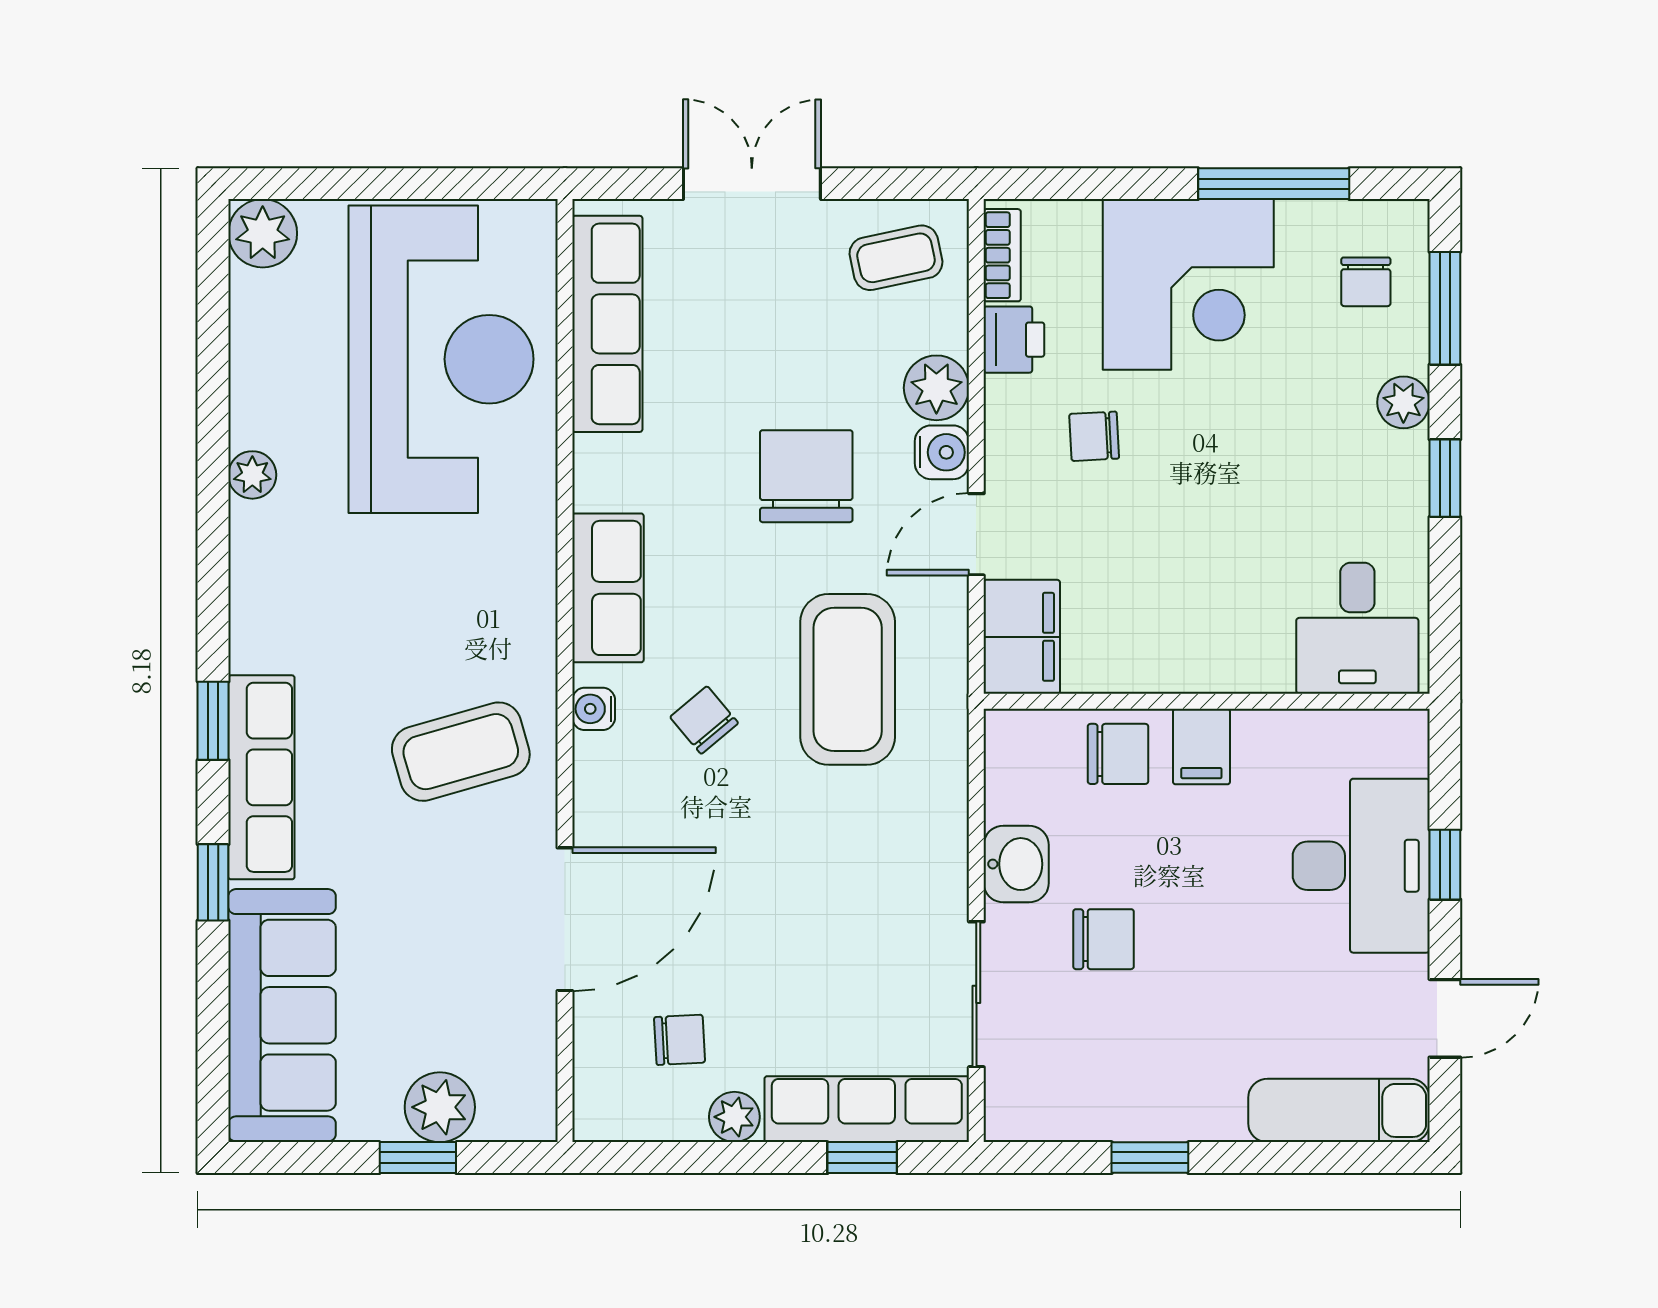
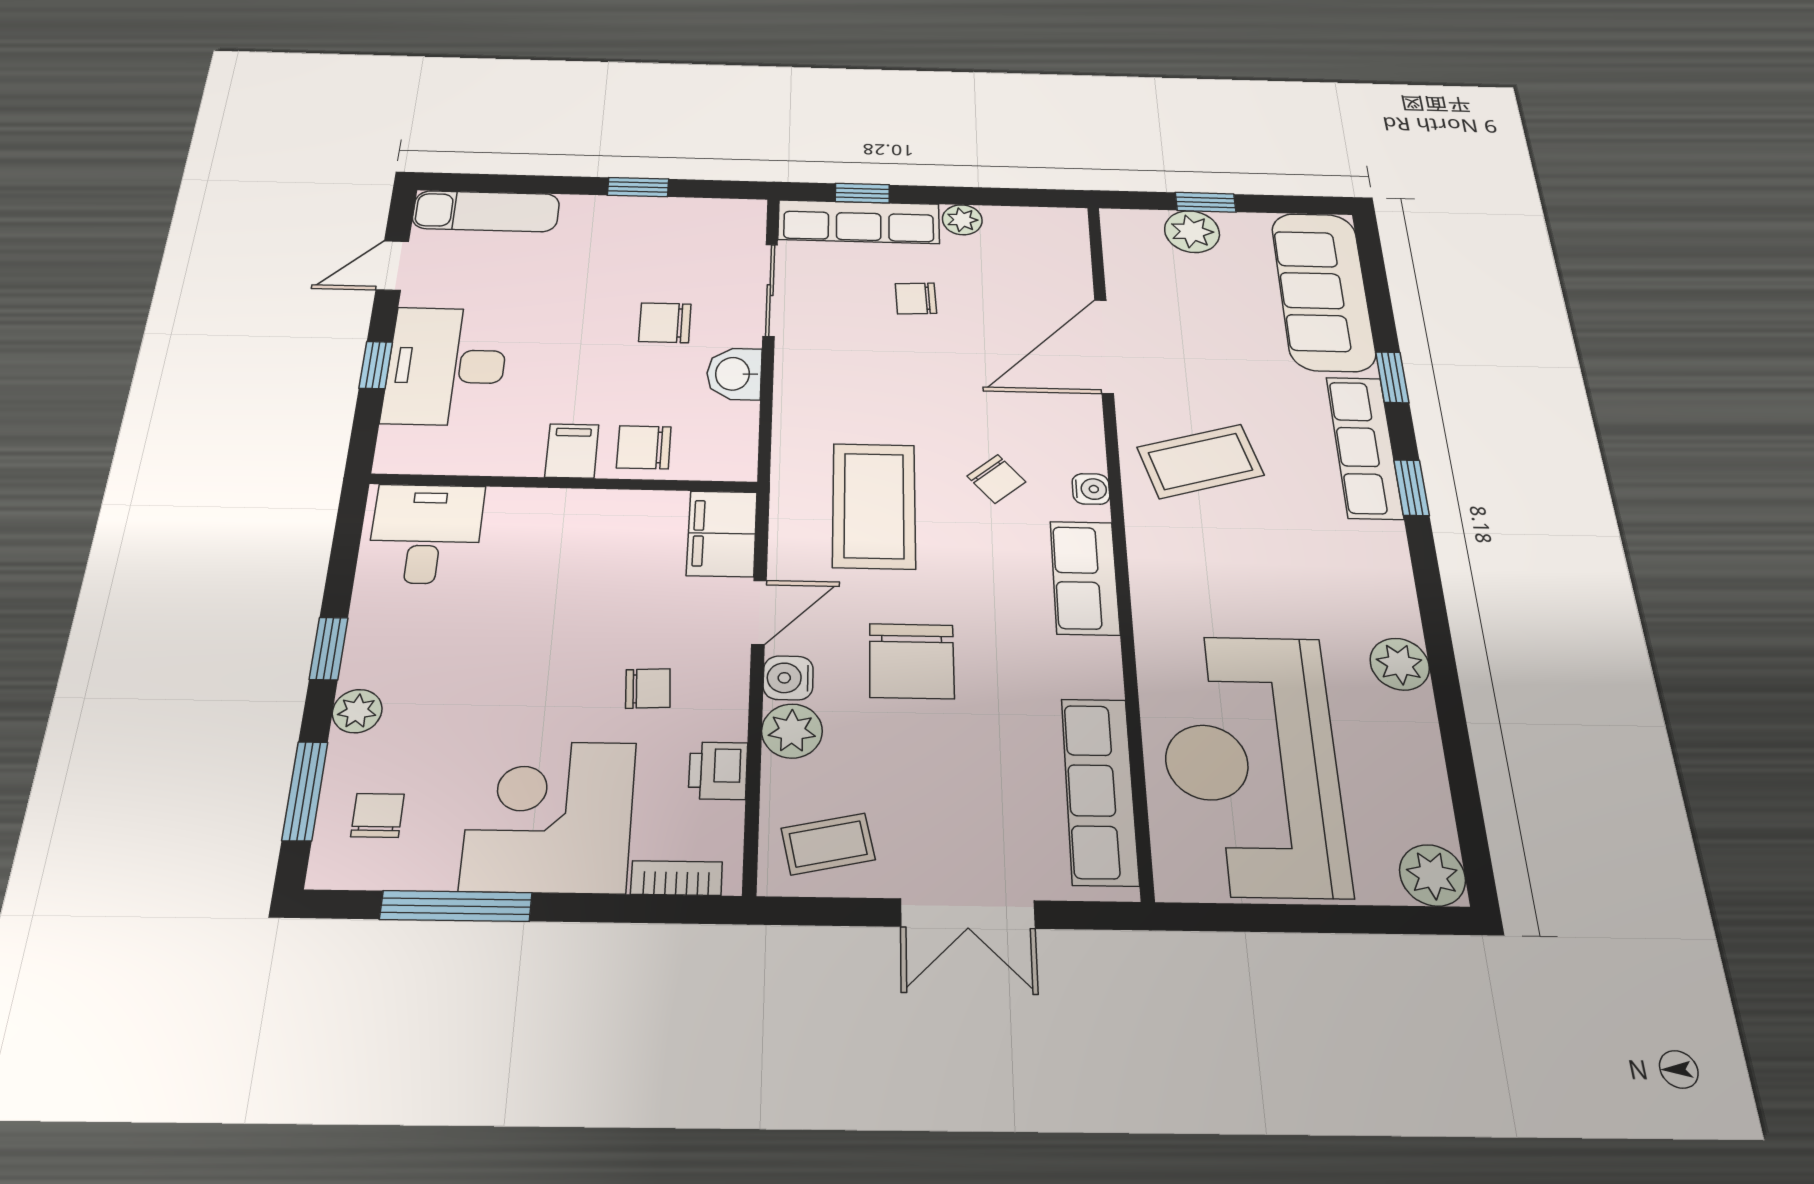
bookcase: (1002, 255) -> (677, 878), moved, turned 90
plant: (252, 475) -> (1400, 664), width x1.38, depth x1.38
chair: (680, 1040) -> (916, 298), moved

